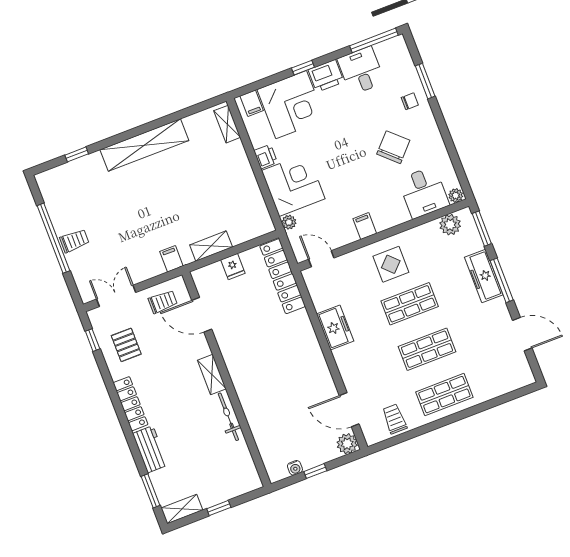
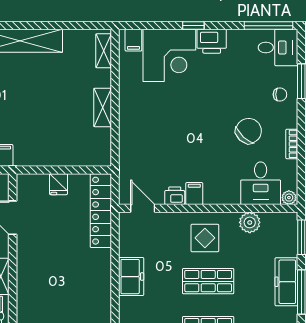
desk: (361, 71) -> (278, 48), moved, turned 90
bookcase: (439, 144) -> (292, 144), added
printer: (266, 157) -> (175, 196), moved, turned -90
corner desk: (293, 185) -> (143, 130), removed
plant: (289, 222) -> (126, 163), removed
plant: (450, 225) -> (250, 222), moved
shelving: (211, 246) -> (103, 107), moved, turned 90

